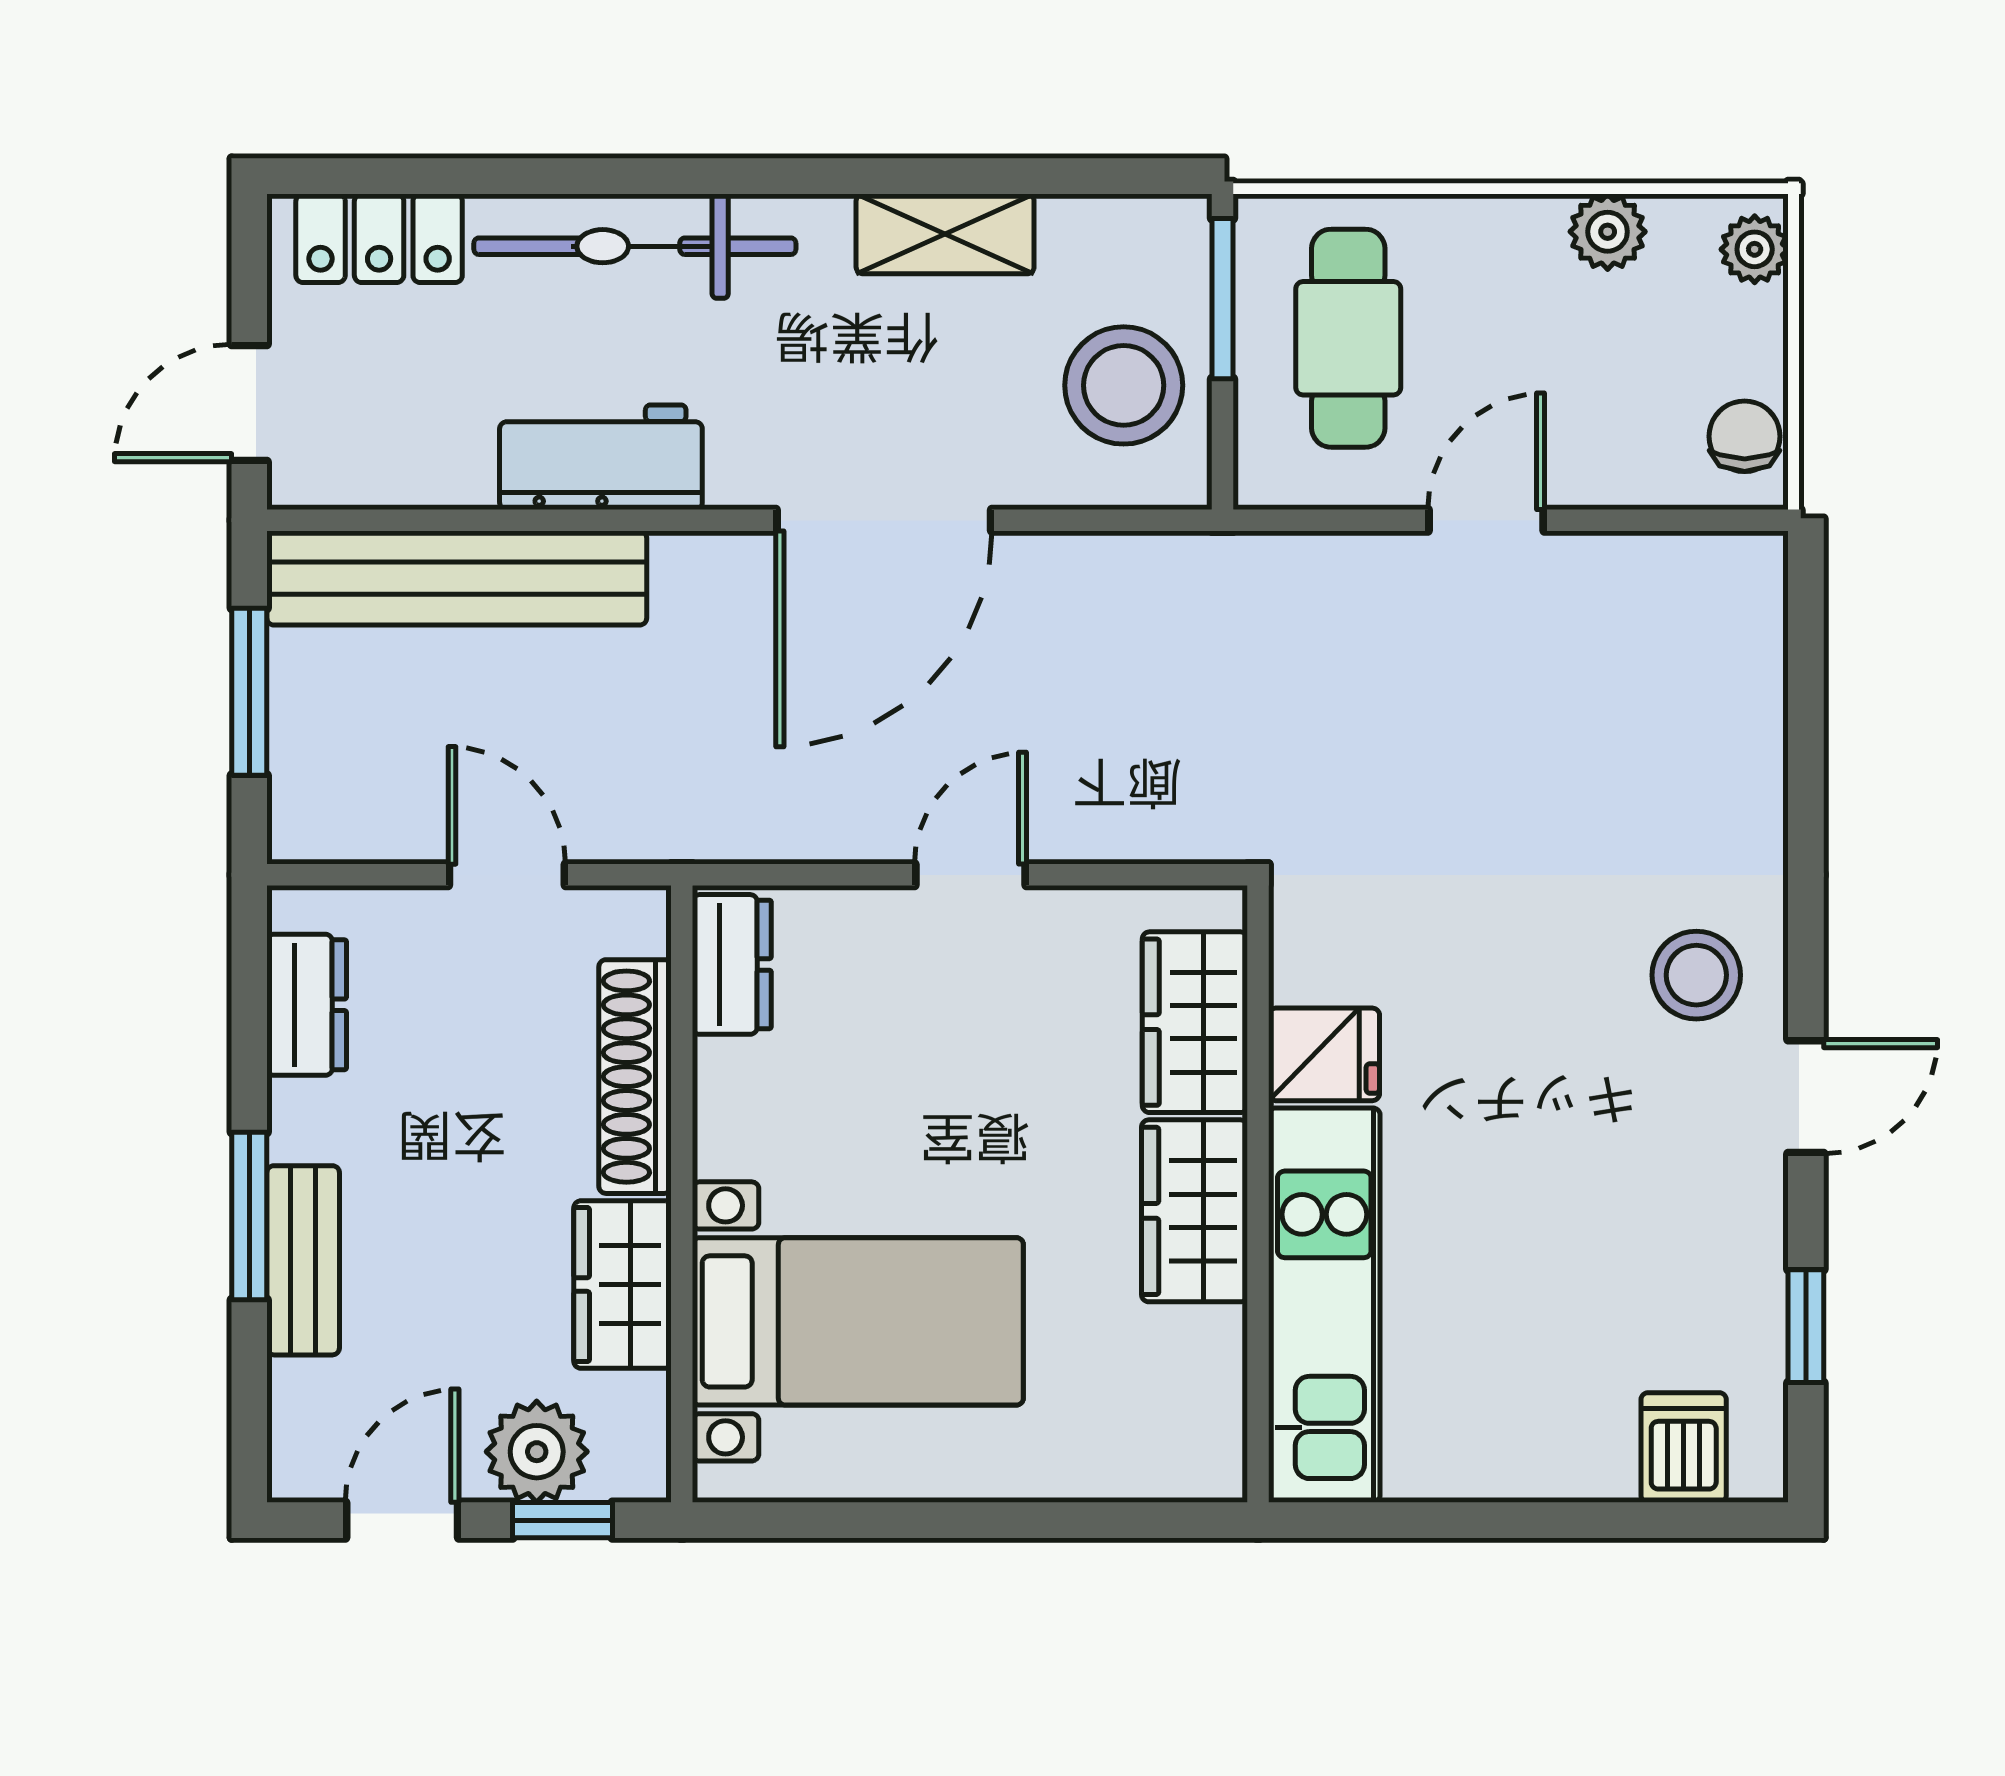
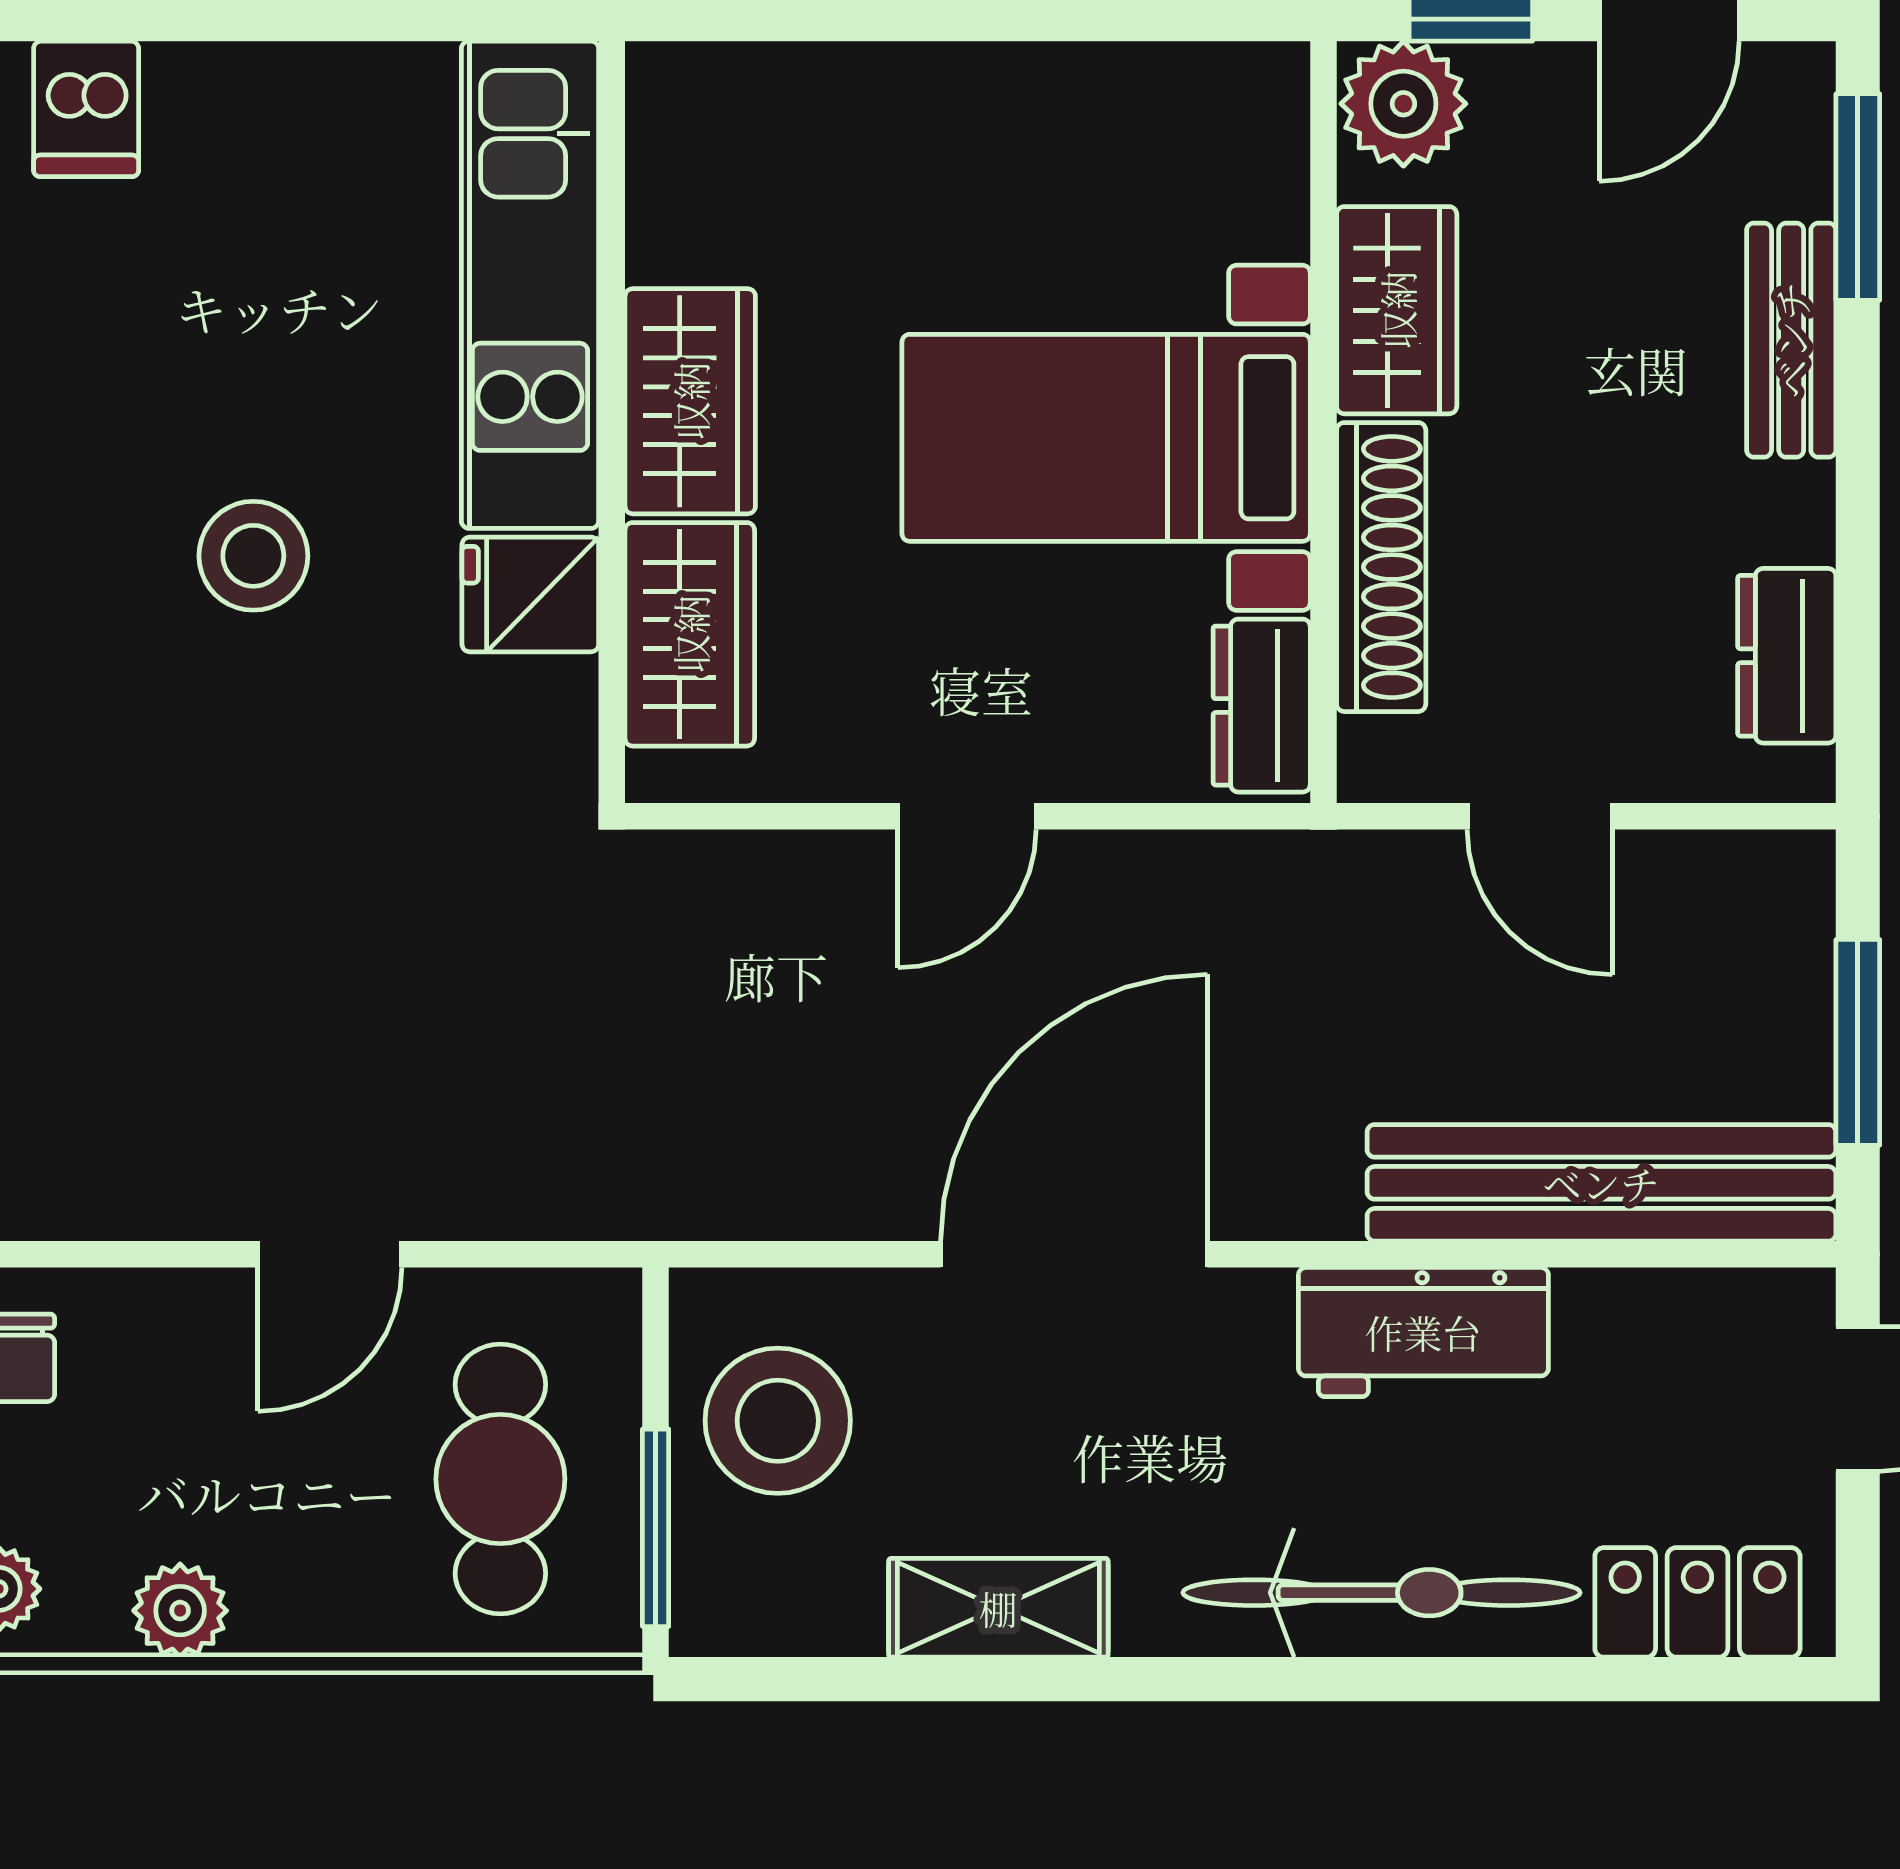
stool: (1696, 975) -> (253, 556), moved
window: (249, 1216) -> (1858, 197), moved
bed with nightstands: (858, 1321) -> (1106, 438), moved
plant: (537, 1452) -> (1403, 104), moved

